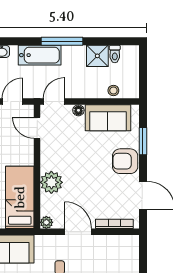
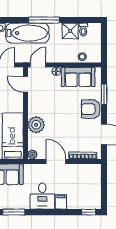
bathtub: (40, 55) -> (27, 33), width x1.36, depth x1.36

